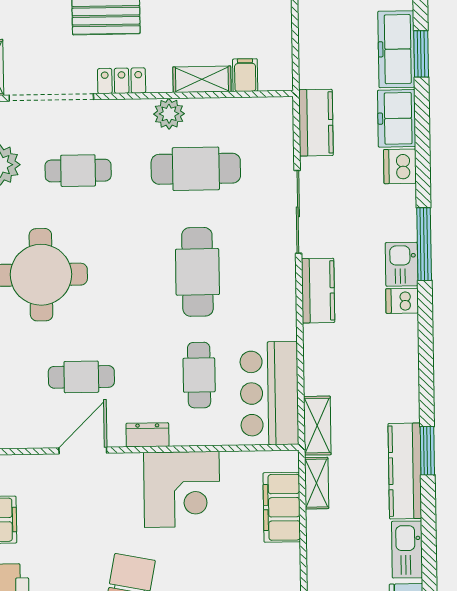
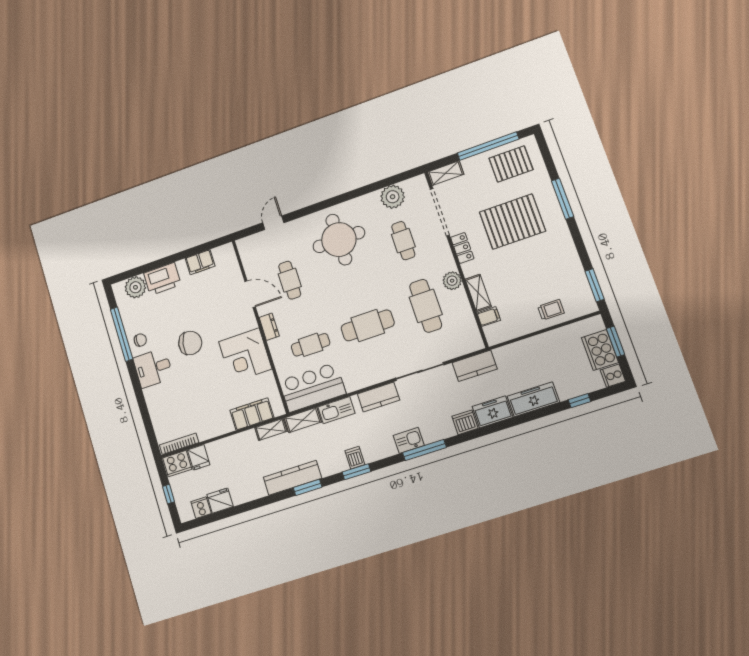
window: (421, 54) -> (356, 472), moved
dishwasher: (402, 301) -> (355, 458), moved
kitchen sink: (407, 550) -> (336, 410), moved, turned 180

